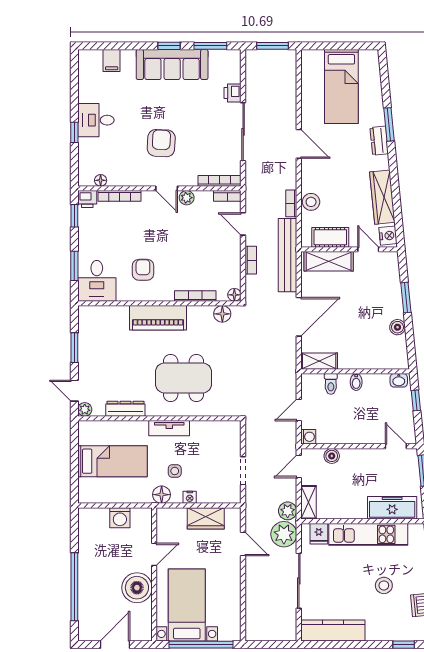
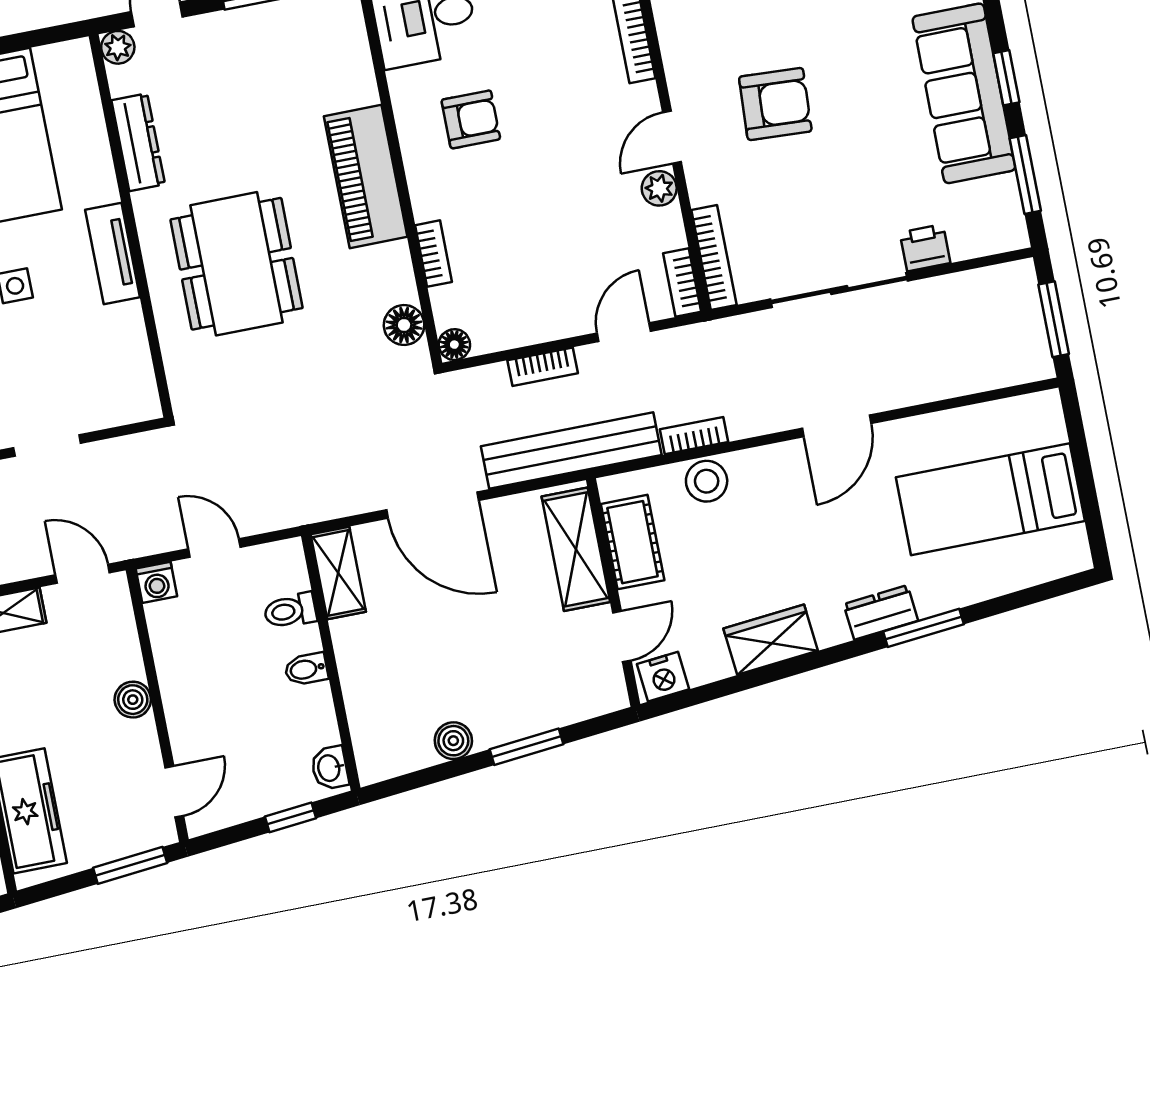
wardrobe: (382, 197) -> (771, 640), width x0.67
bookcase: (195, 296) -> (433, 254), width x0.64
boiler: (332, 456) -> (133, 700), moved

